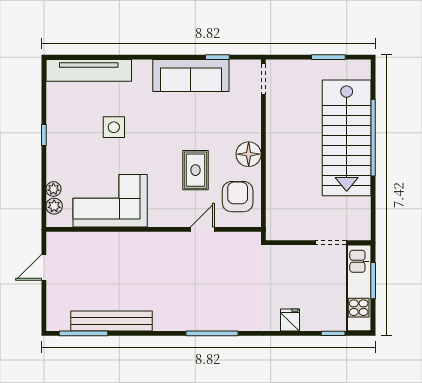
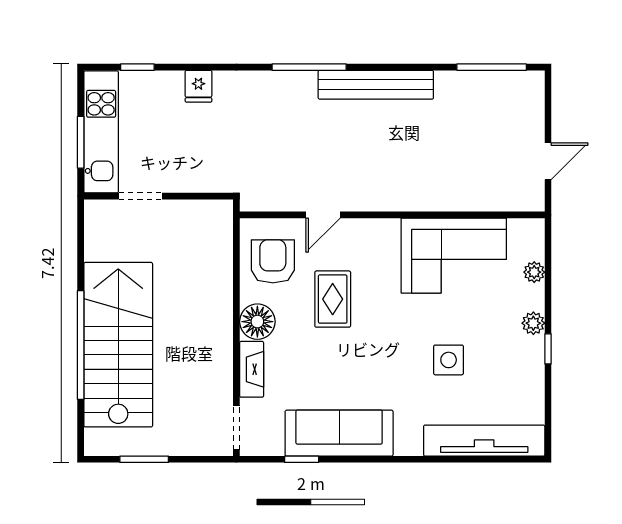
fireplace: (253, 121) -> (252, 369), added
armchair: (238, 197) -> (273, 261), turned 180
plant: (54, 206) -> (533, 323), moved
bench: (111, 321) -> (376, 85), moved

